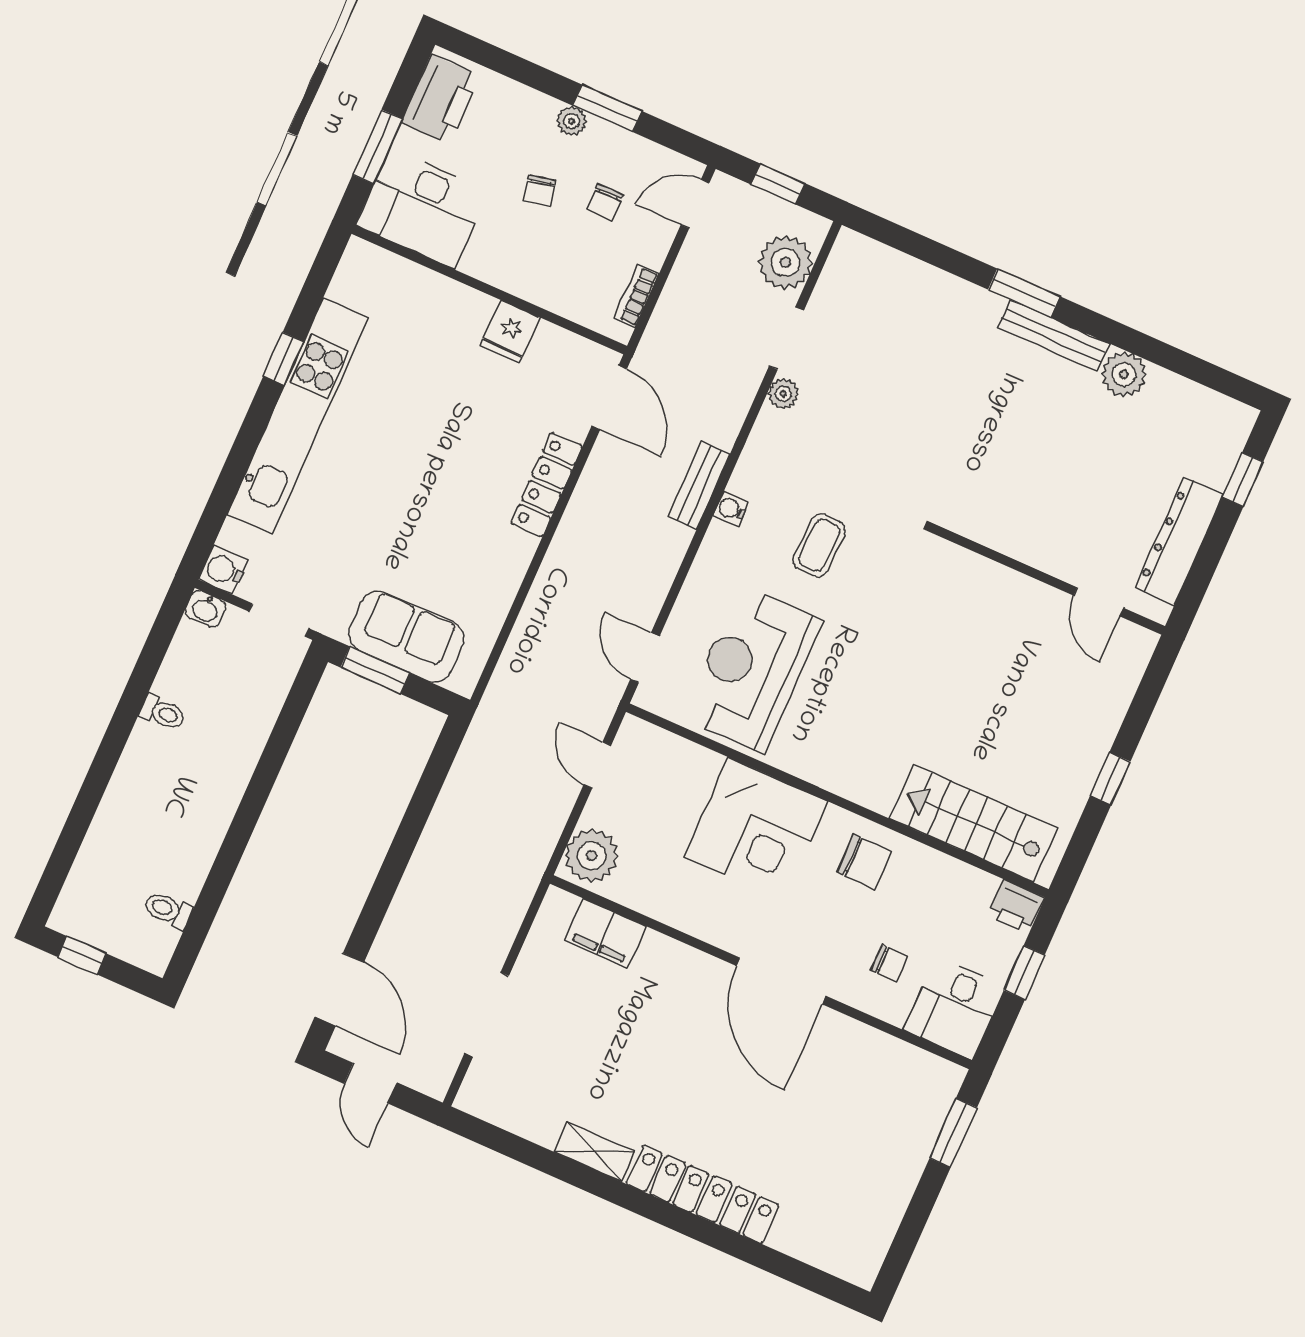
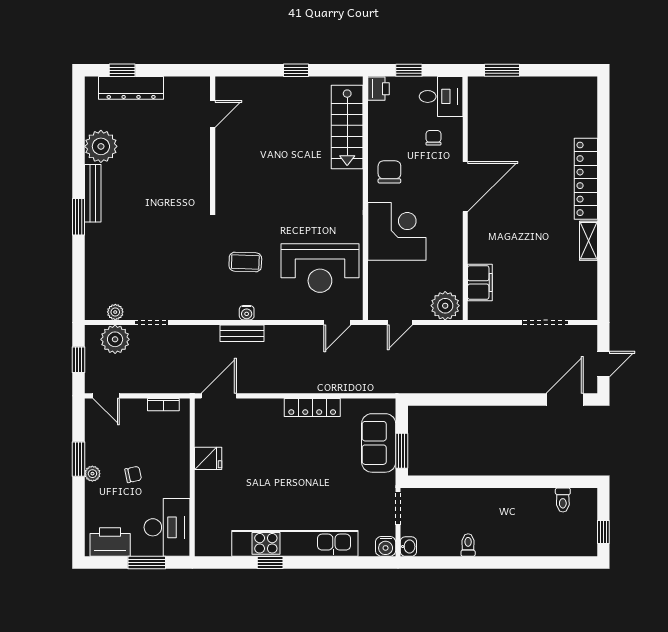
chair: (605, 202) -> (125, 440), removed
plant: (1124, 374) -> (101, 146), width x1.36, depth x1.36
plant: (783, 394) -> (115, 312), moved
locker: (547, 485) -> (312, 407), moved
dresser: (1179, 541) -> (131, 88), moved

